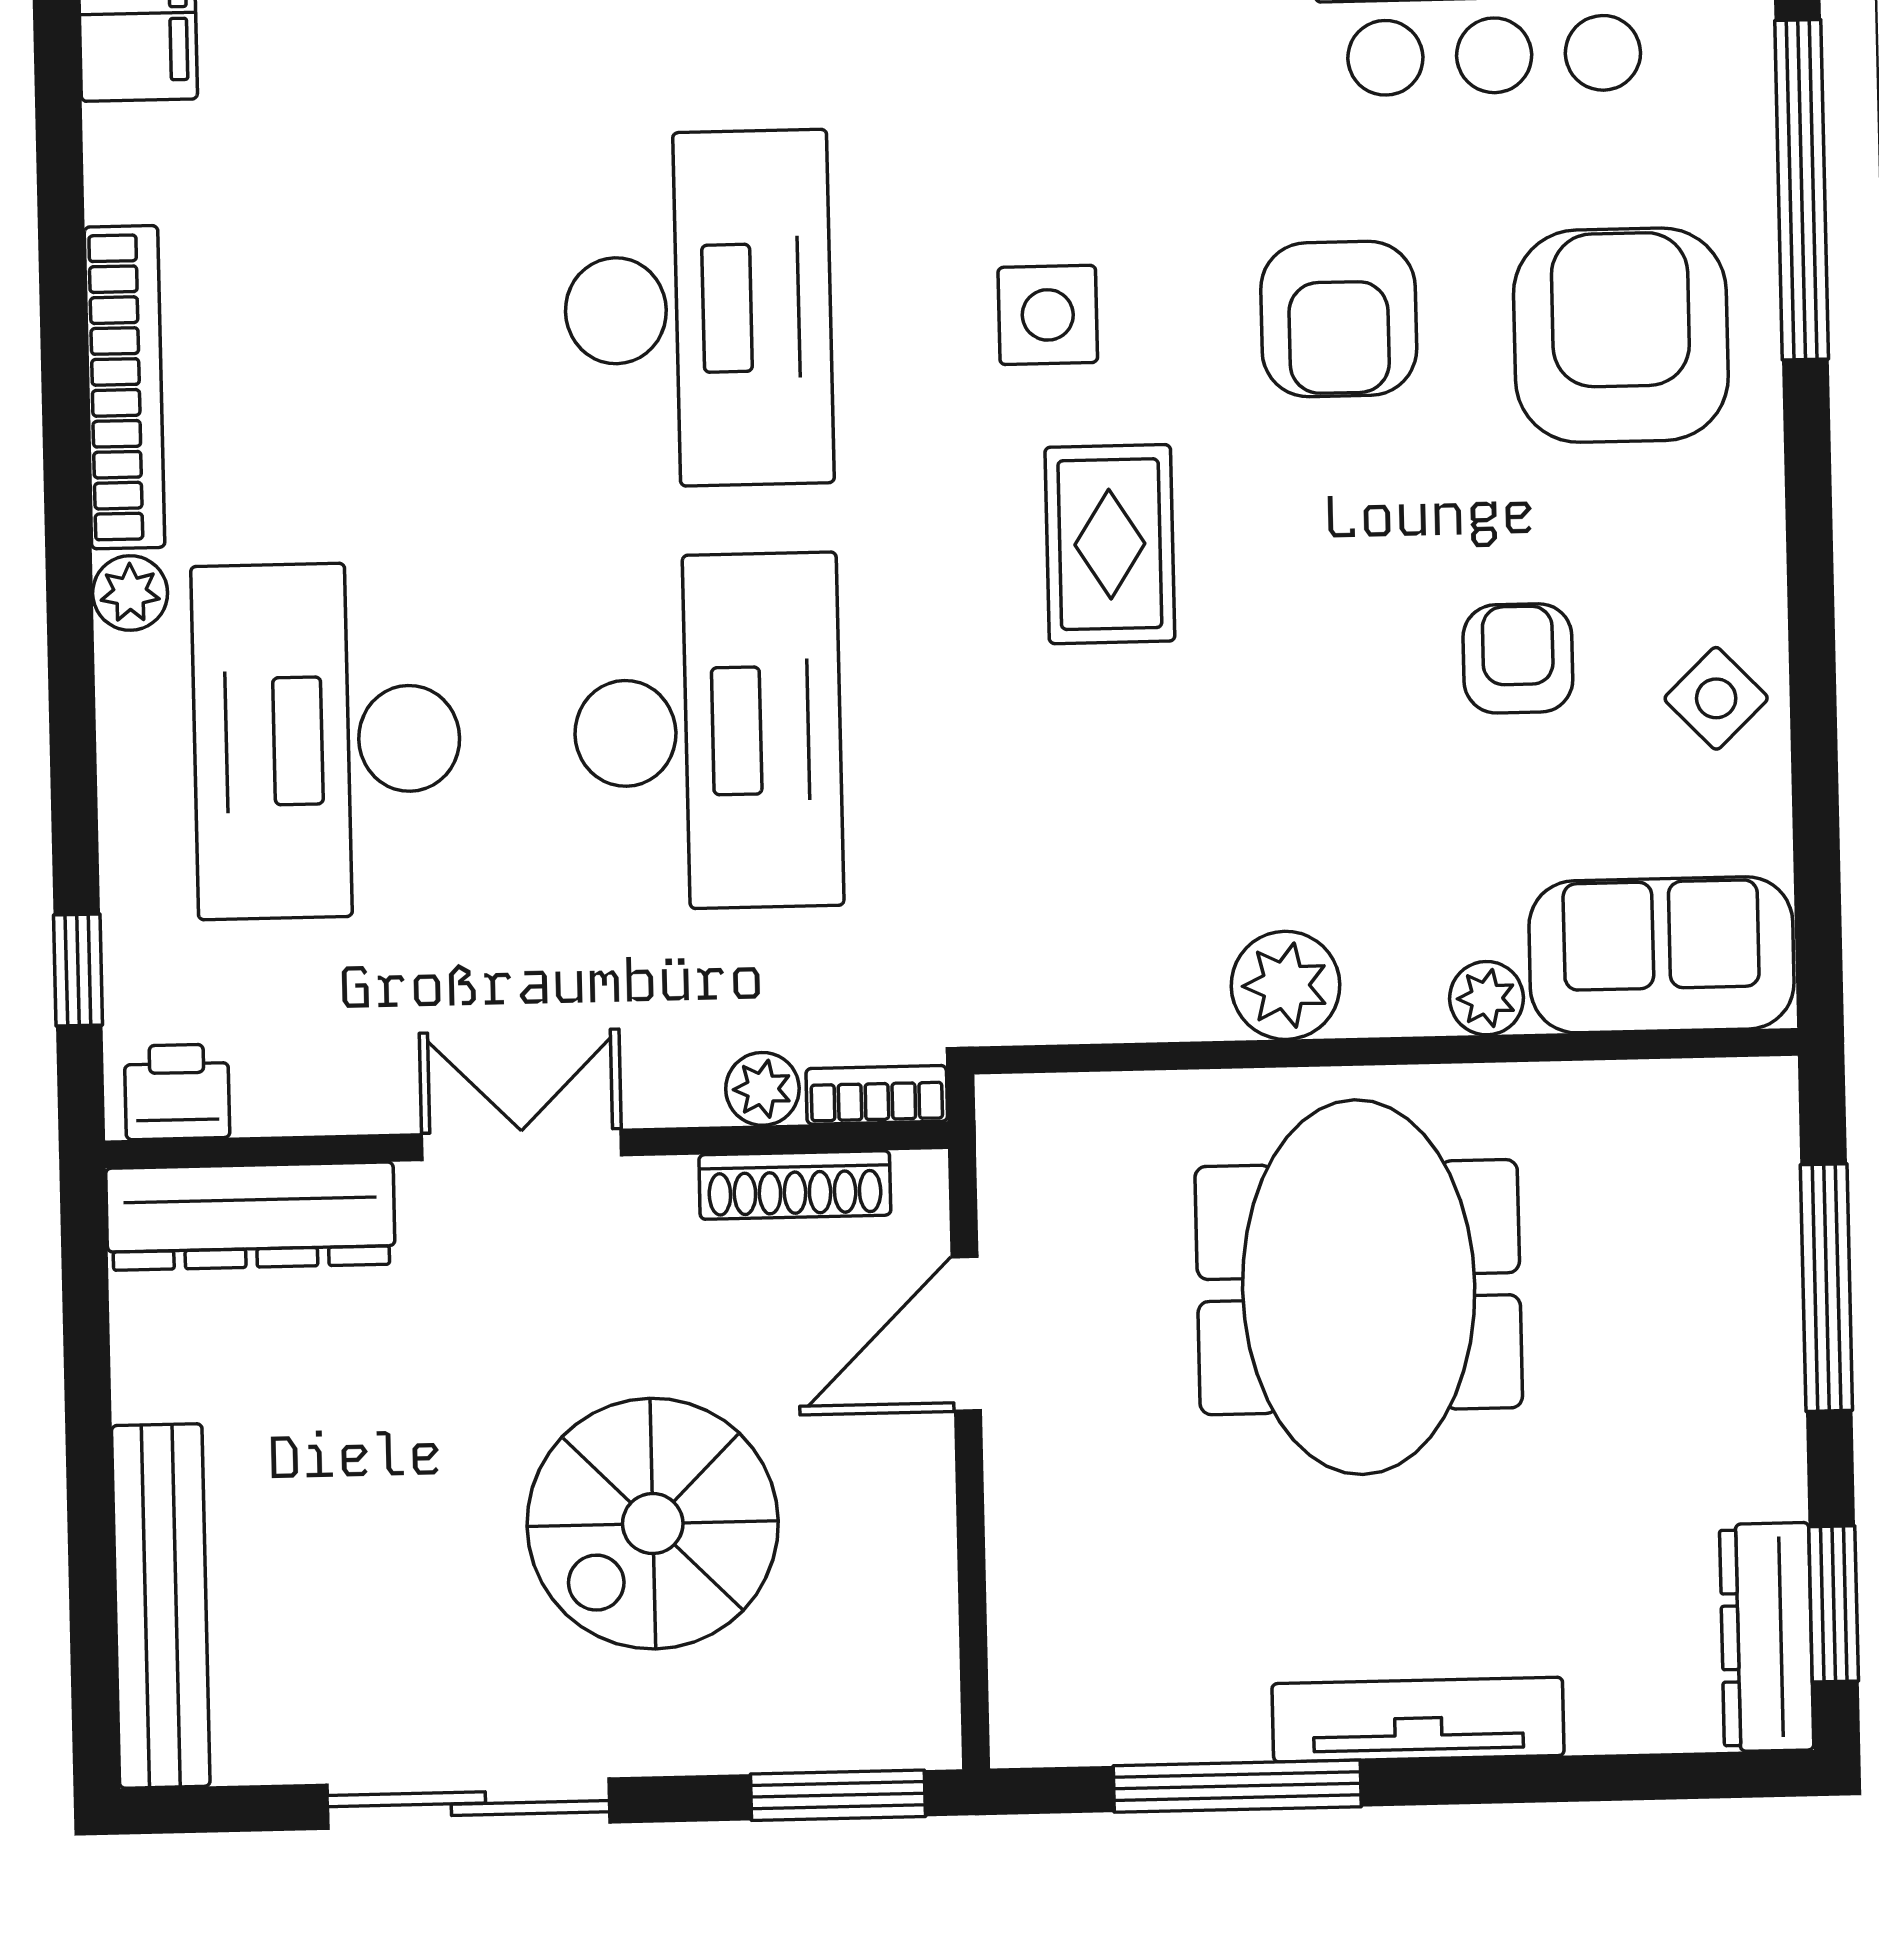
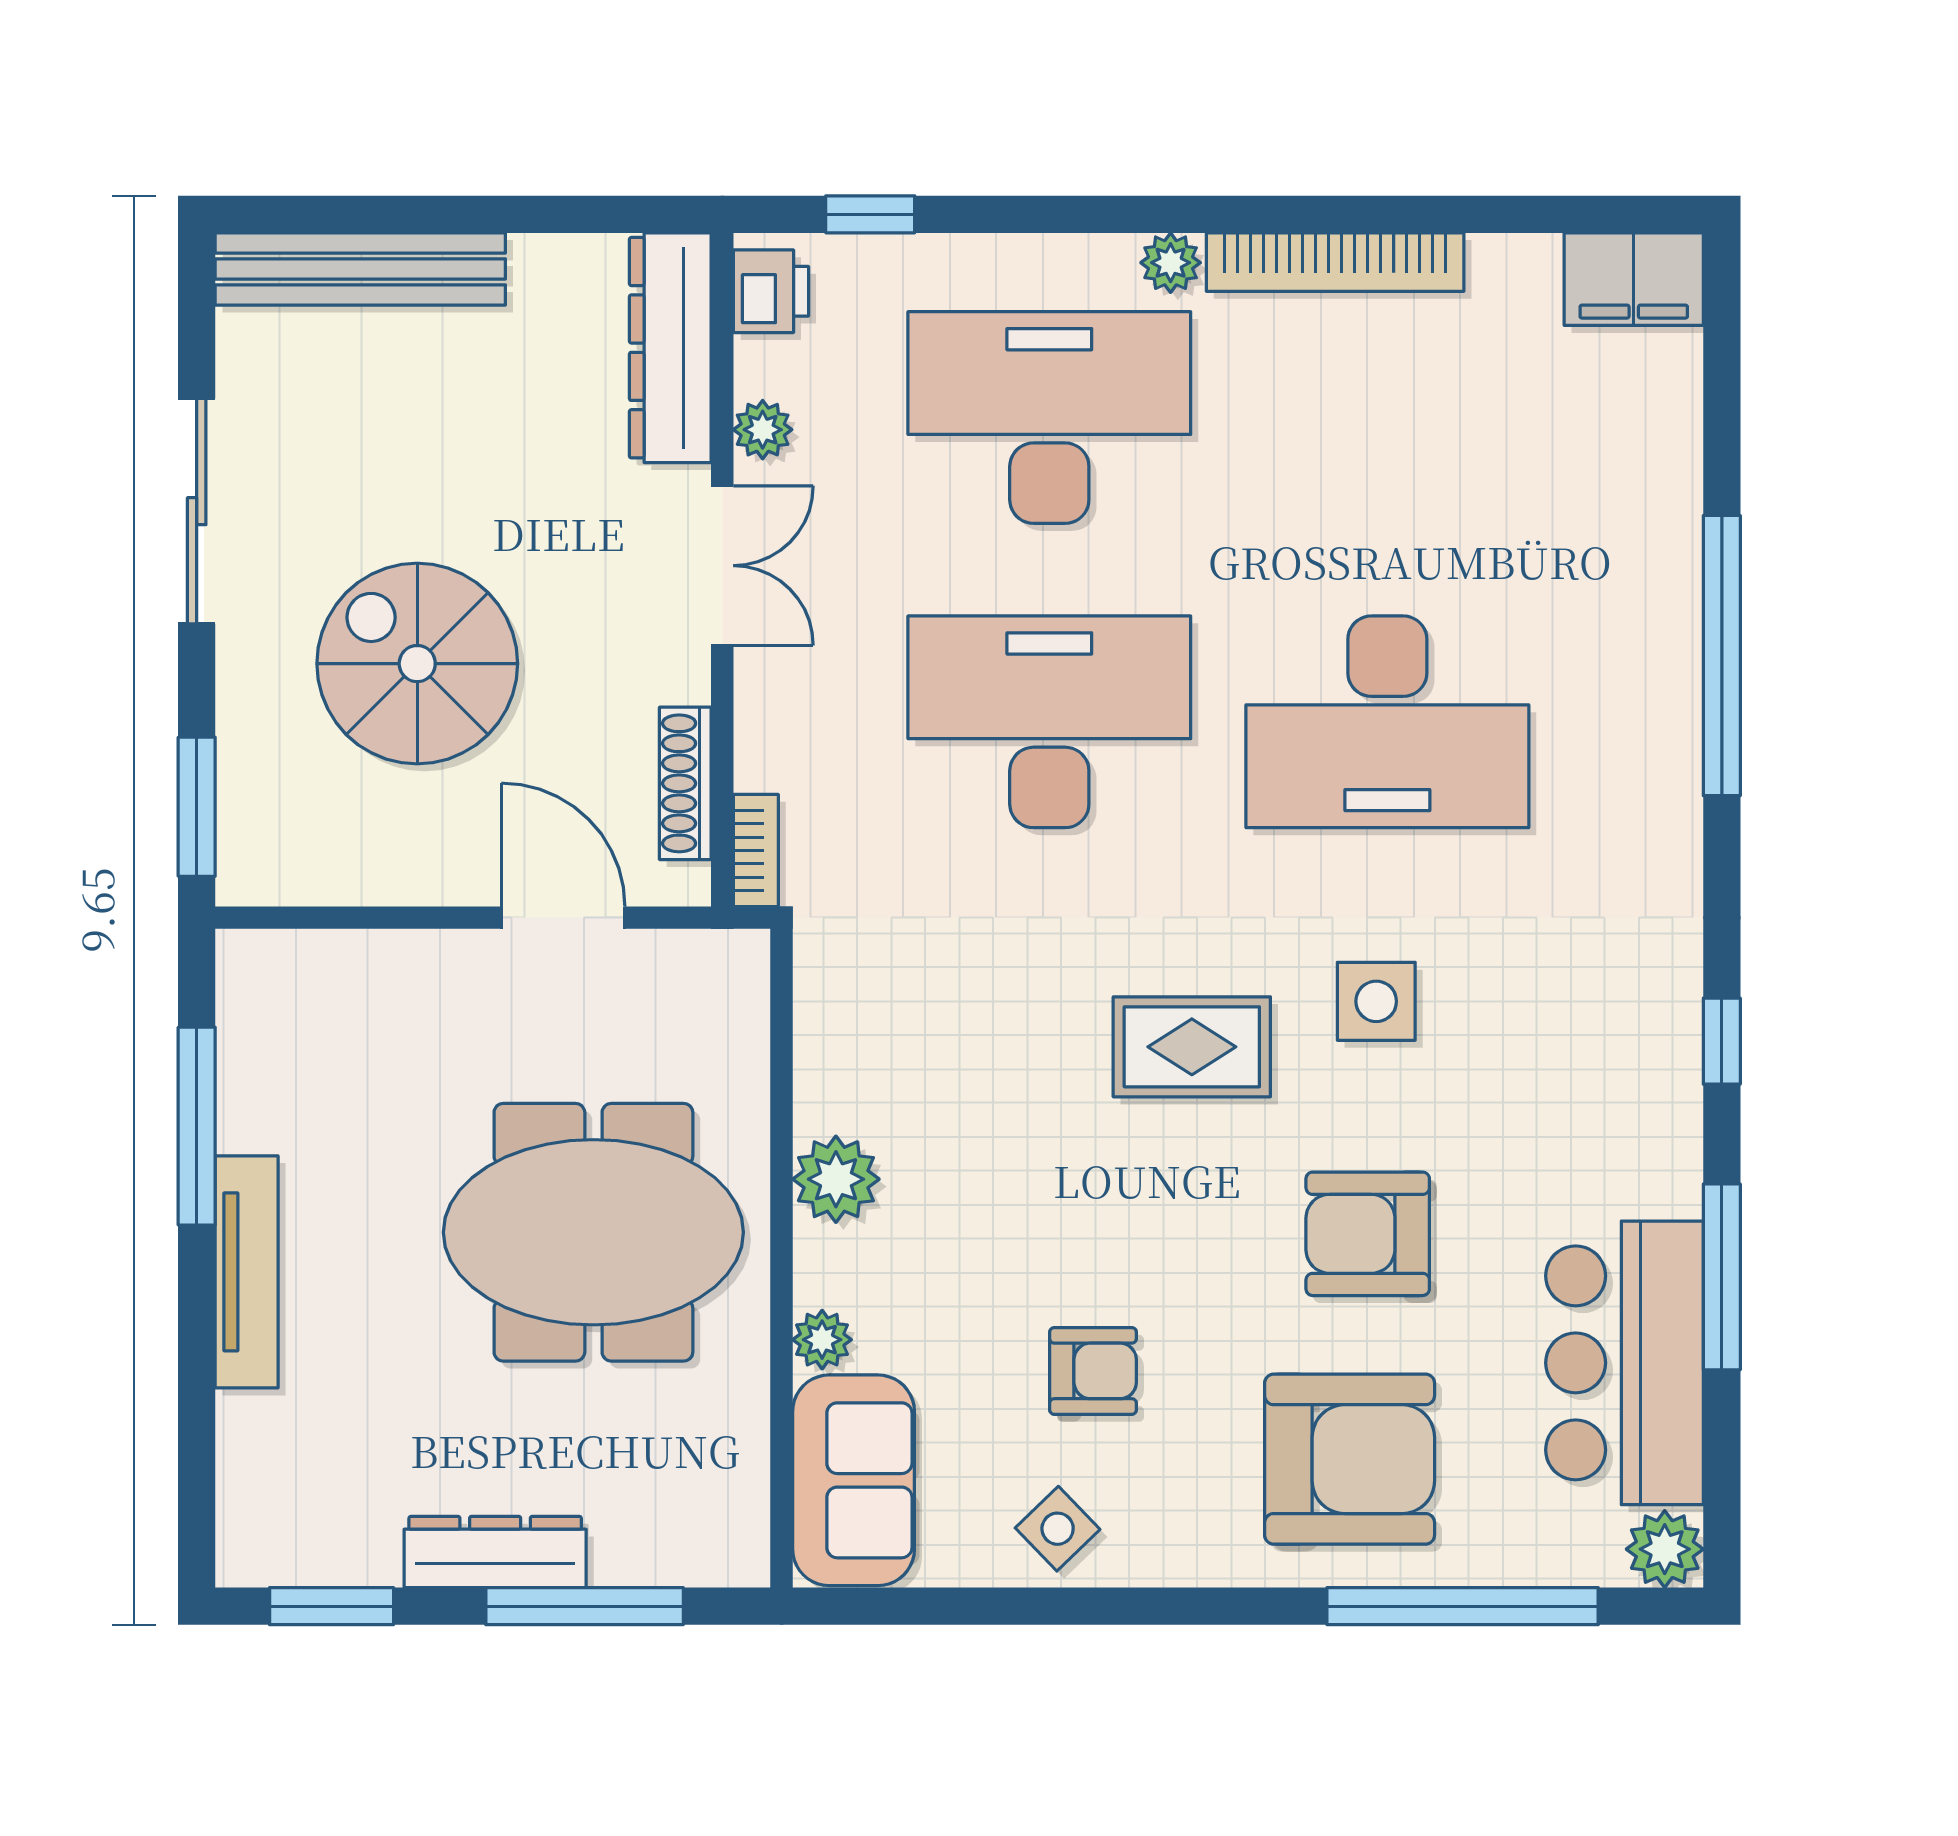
desk: (708, 732) -> (1049, 722), turned 180
plant: (762, 1089) -> (763, 430), moved
dresser: (1767, 1637) -> (495, 1552), moved

